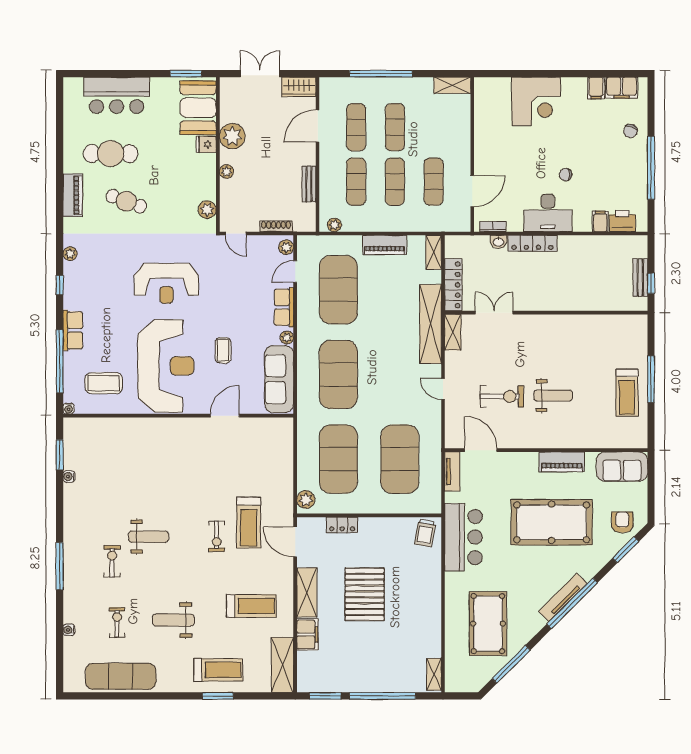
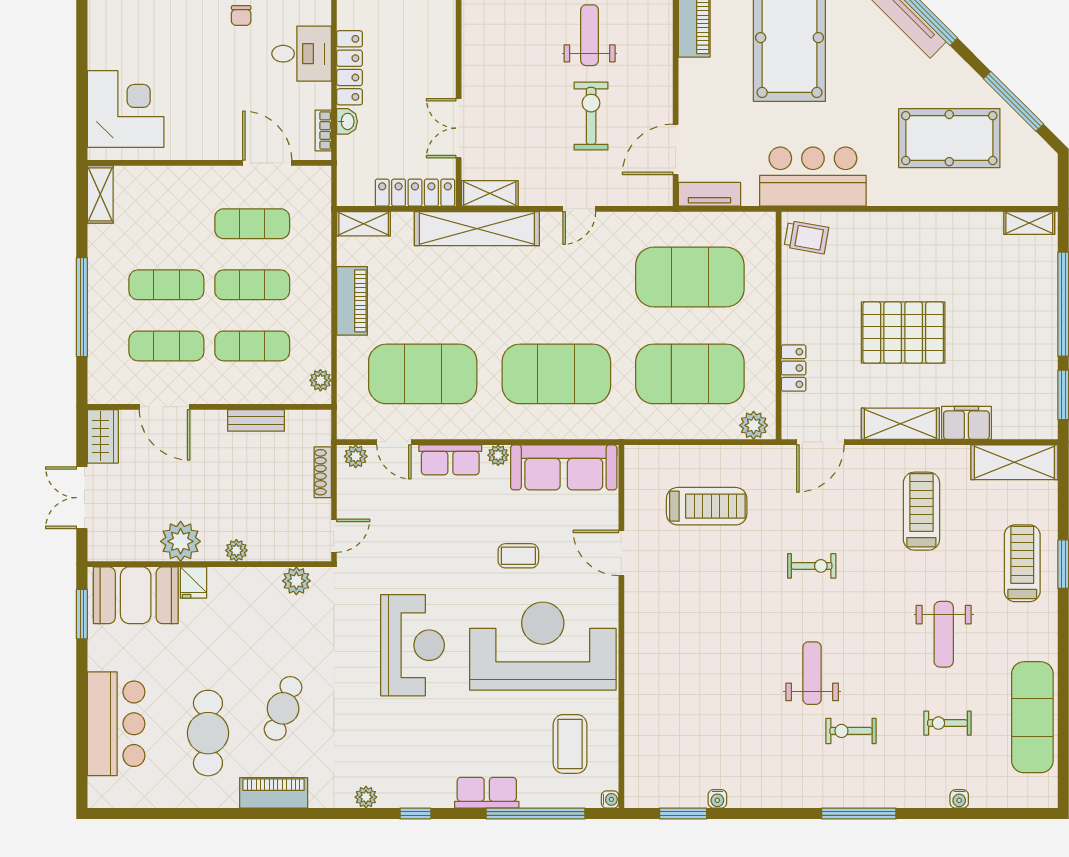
corner desk: (536, 101) -> (126, 109), moved
desk: (548, 213) -> (302, 54), width x0.73
treadmill: (249, 523) -> (707, 506), moved

